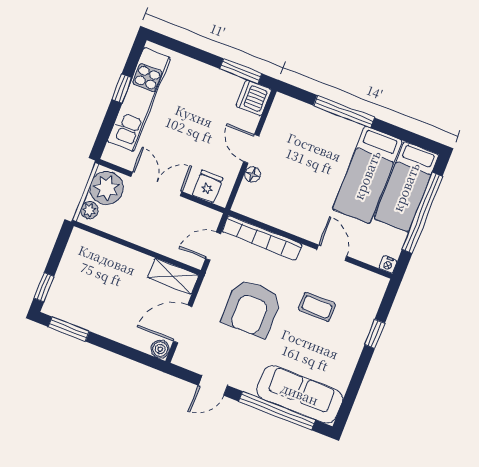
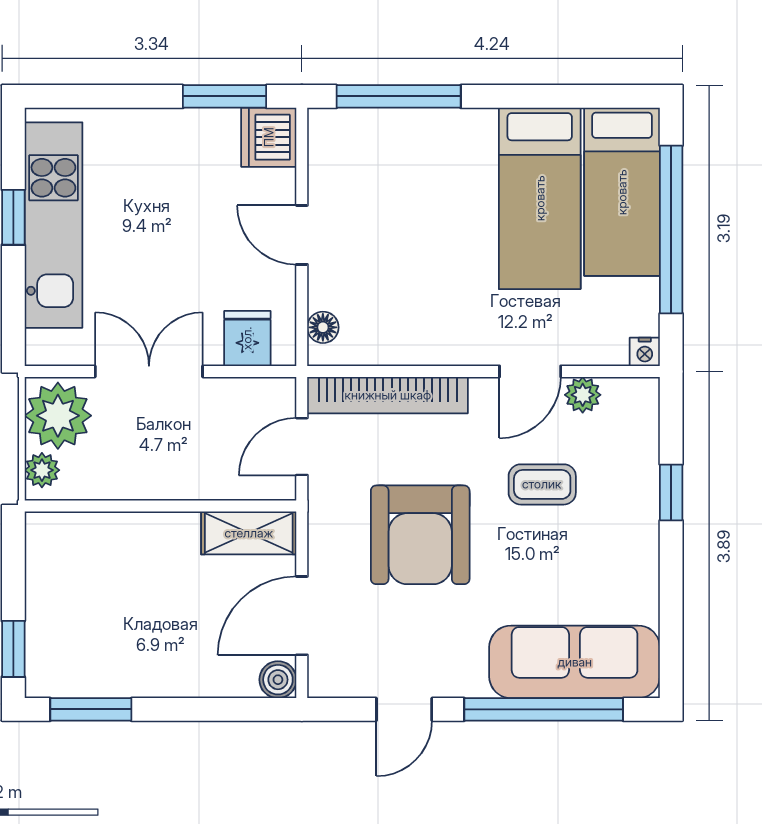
window: (344, 112) -> (399, 96), moved
floor lamp: (252, 174) -> (323, 327), moved
door: (332, 253) -> (530, 371), swing flipped
plant: (352, 273) -> (583, 395), added

